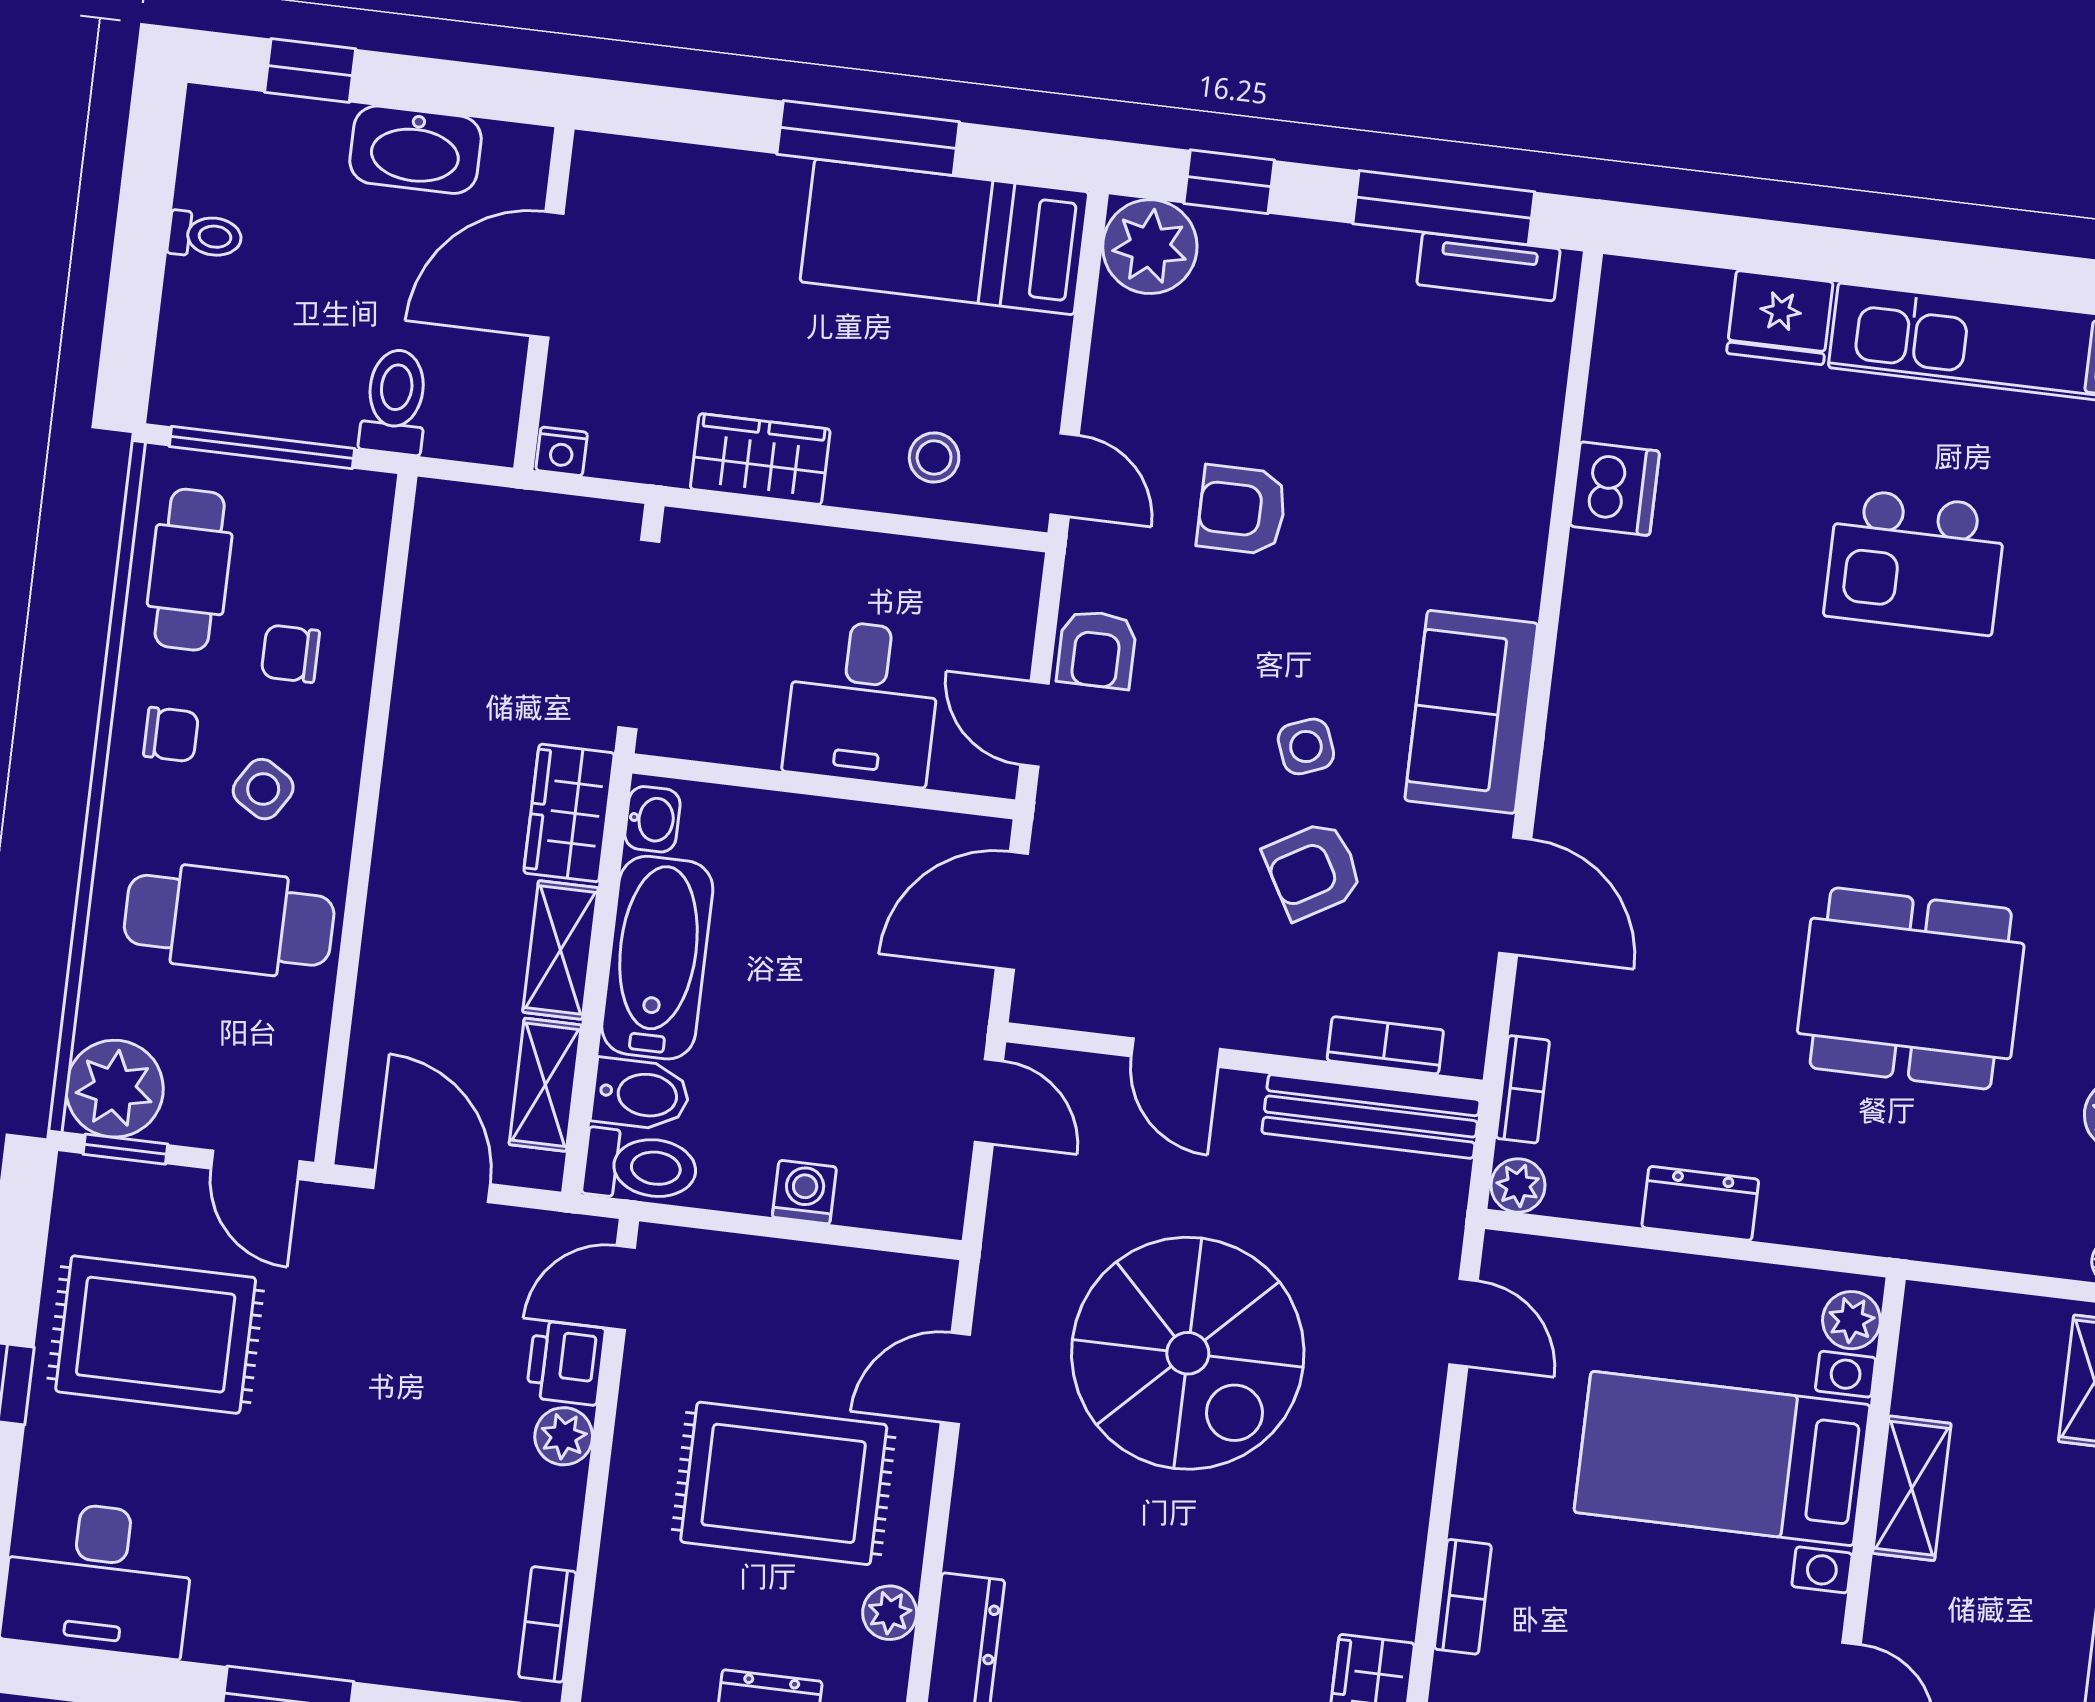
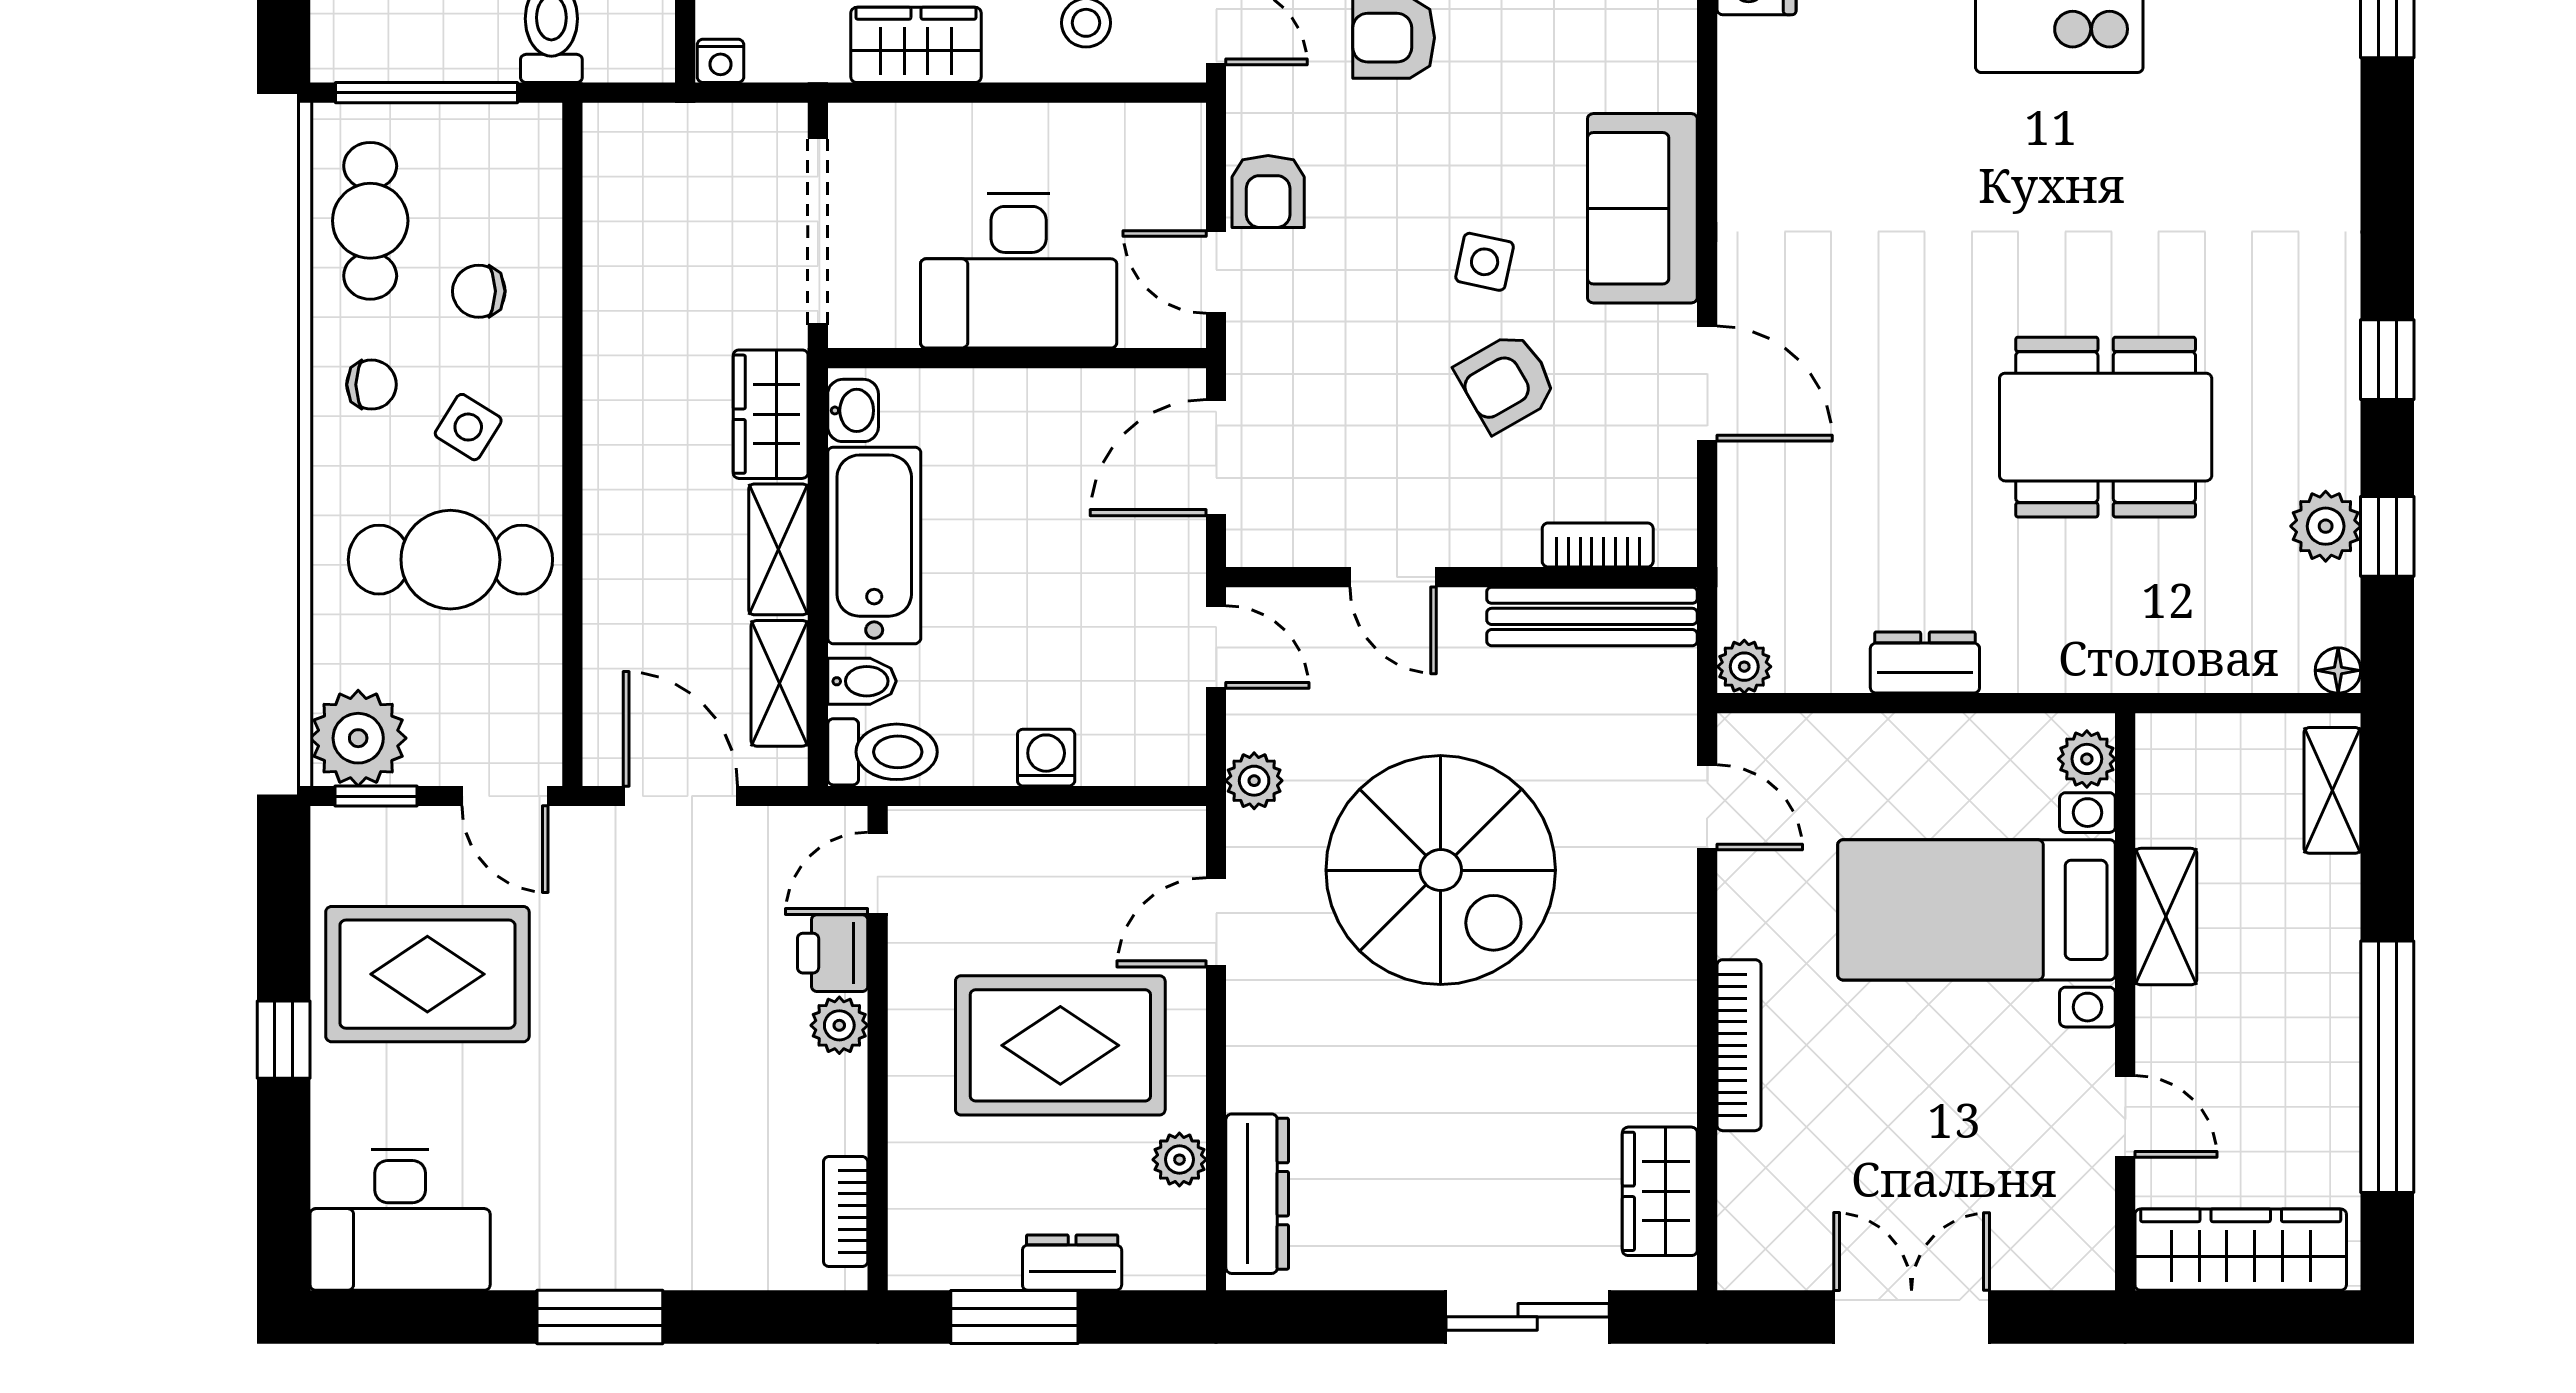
desk: (863, 702) -> (1019, 271), width x1.37
side table: (1306, 746) -> (1485, 262), turned 33
bookcase: (1523, 1089) -> (1738, 572), removed
bidet: (641, 1094) -> (862, 681), width x0.72, depth x0.74
plant: (1011, 1241) -> (1254, 781), added
bookcase: (1463, 1597) -> (1739, 1045), width x1.56

